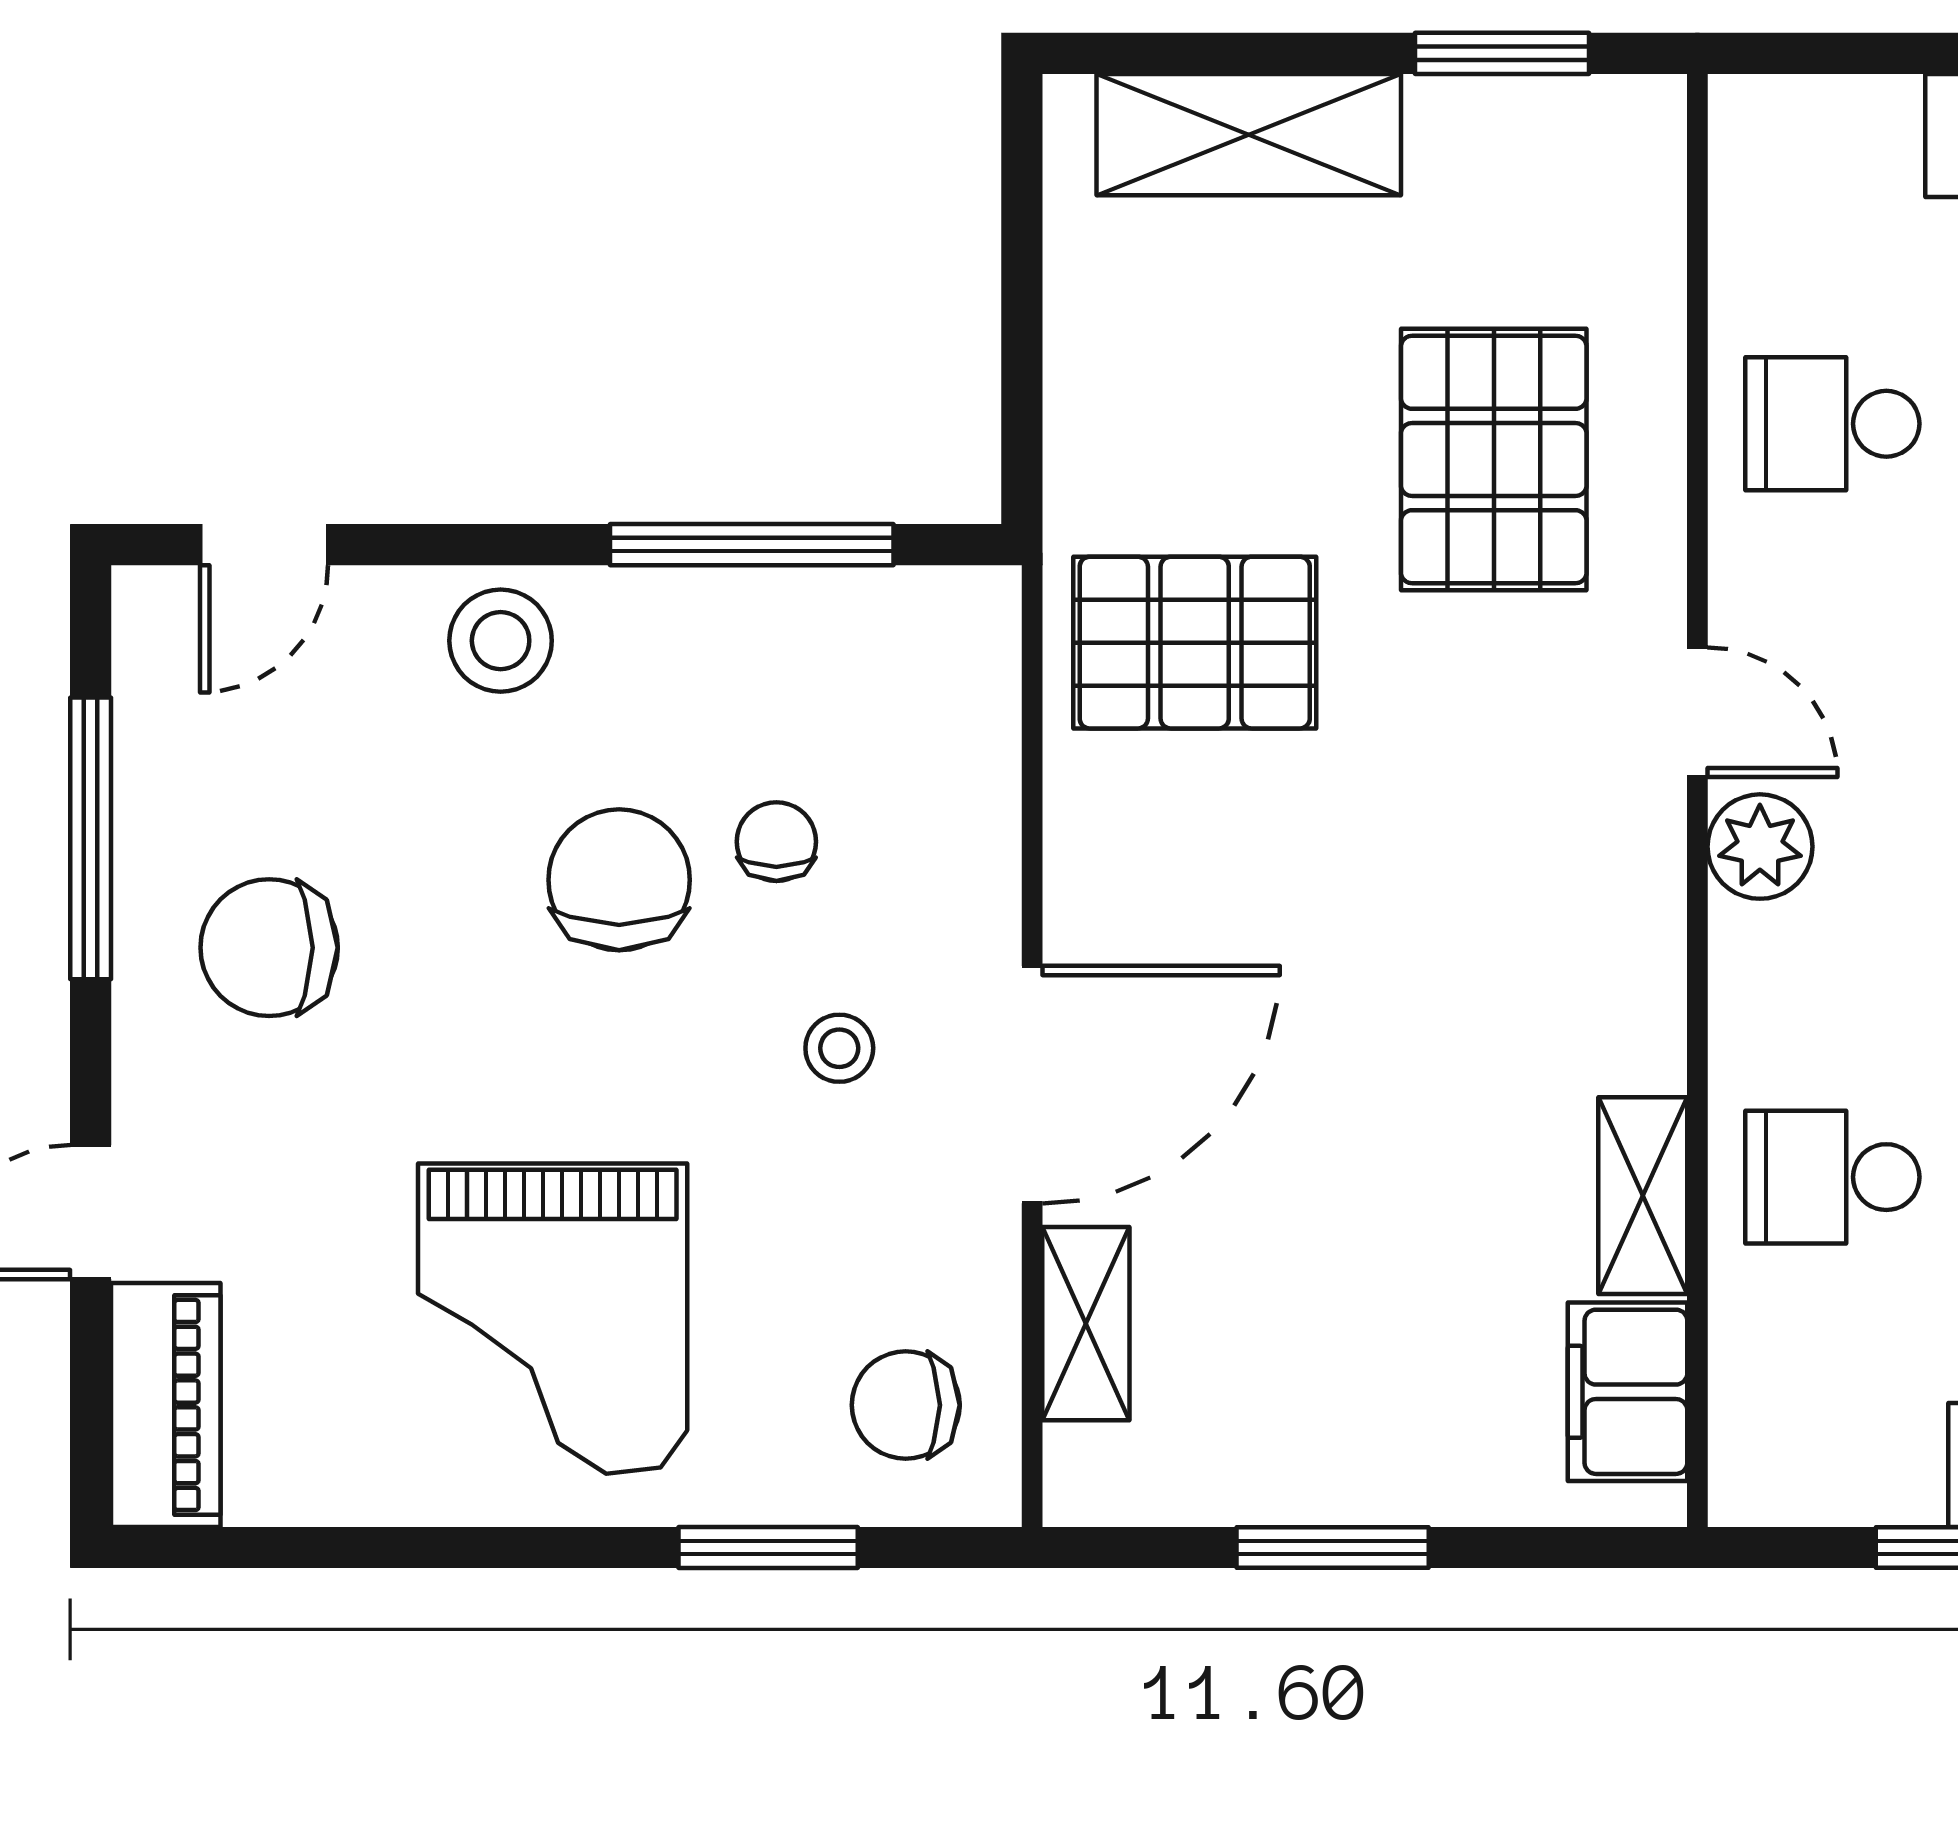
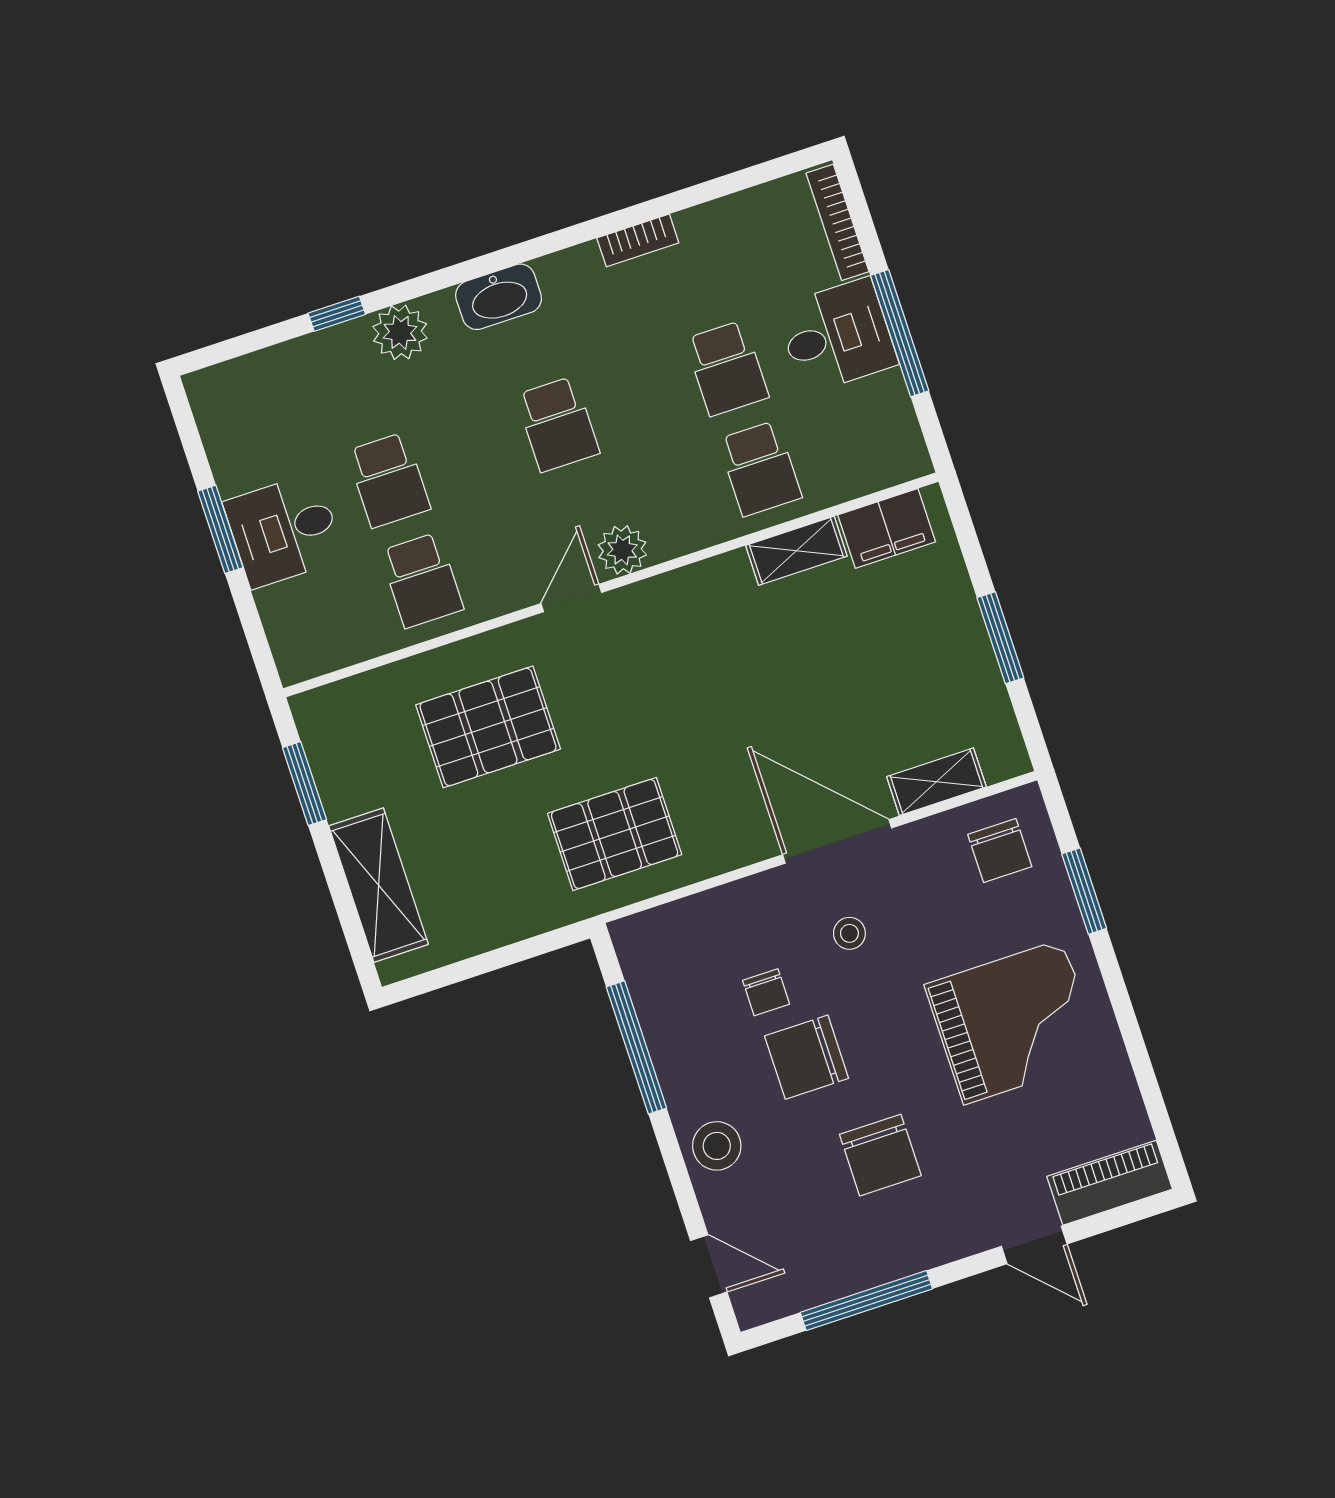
pallet: (1195, 643) -> (615, 834), turned 90
chair: (776, 842) -> (766, 992), turned -90
chair: (269, 948) -> (880, 1155), moved

